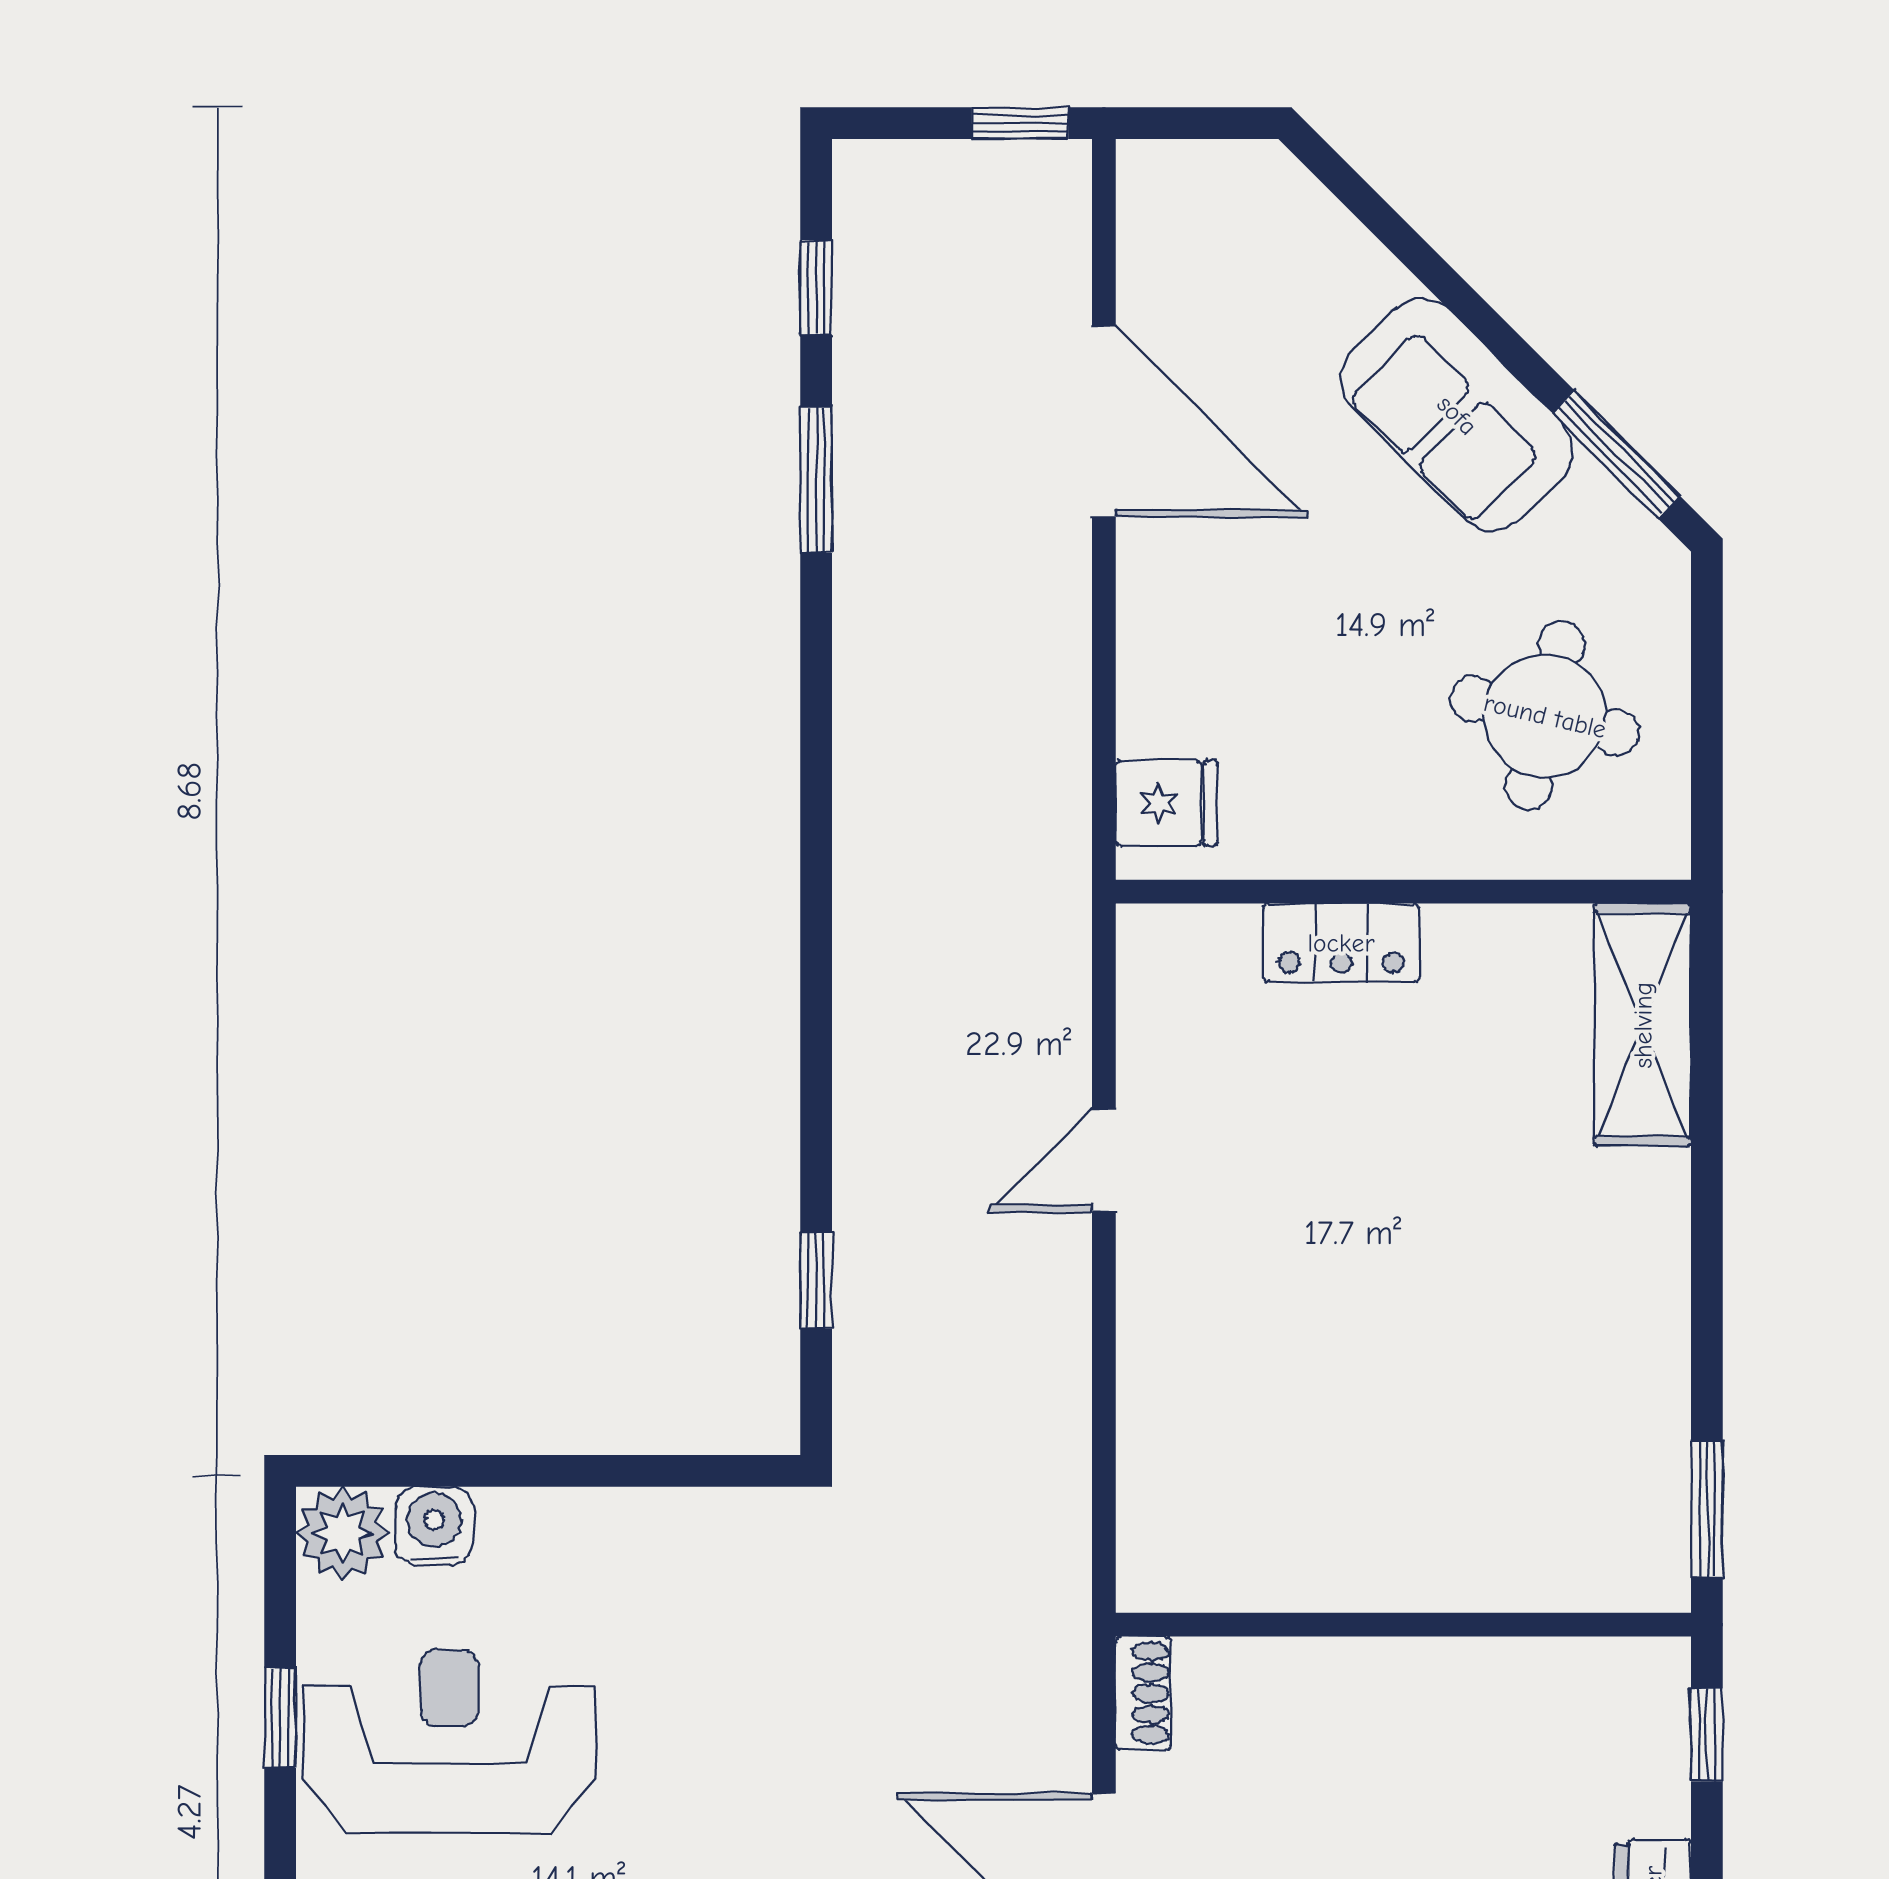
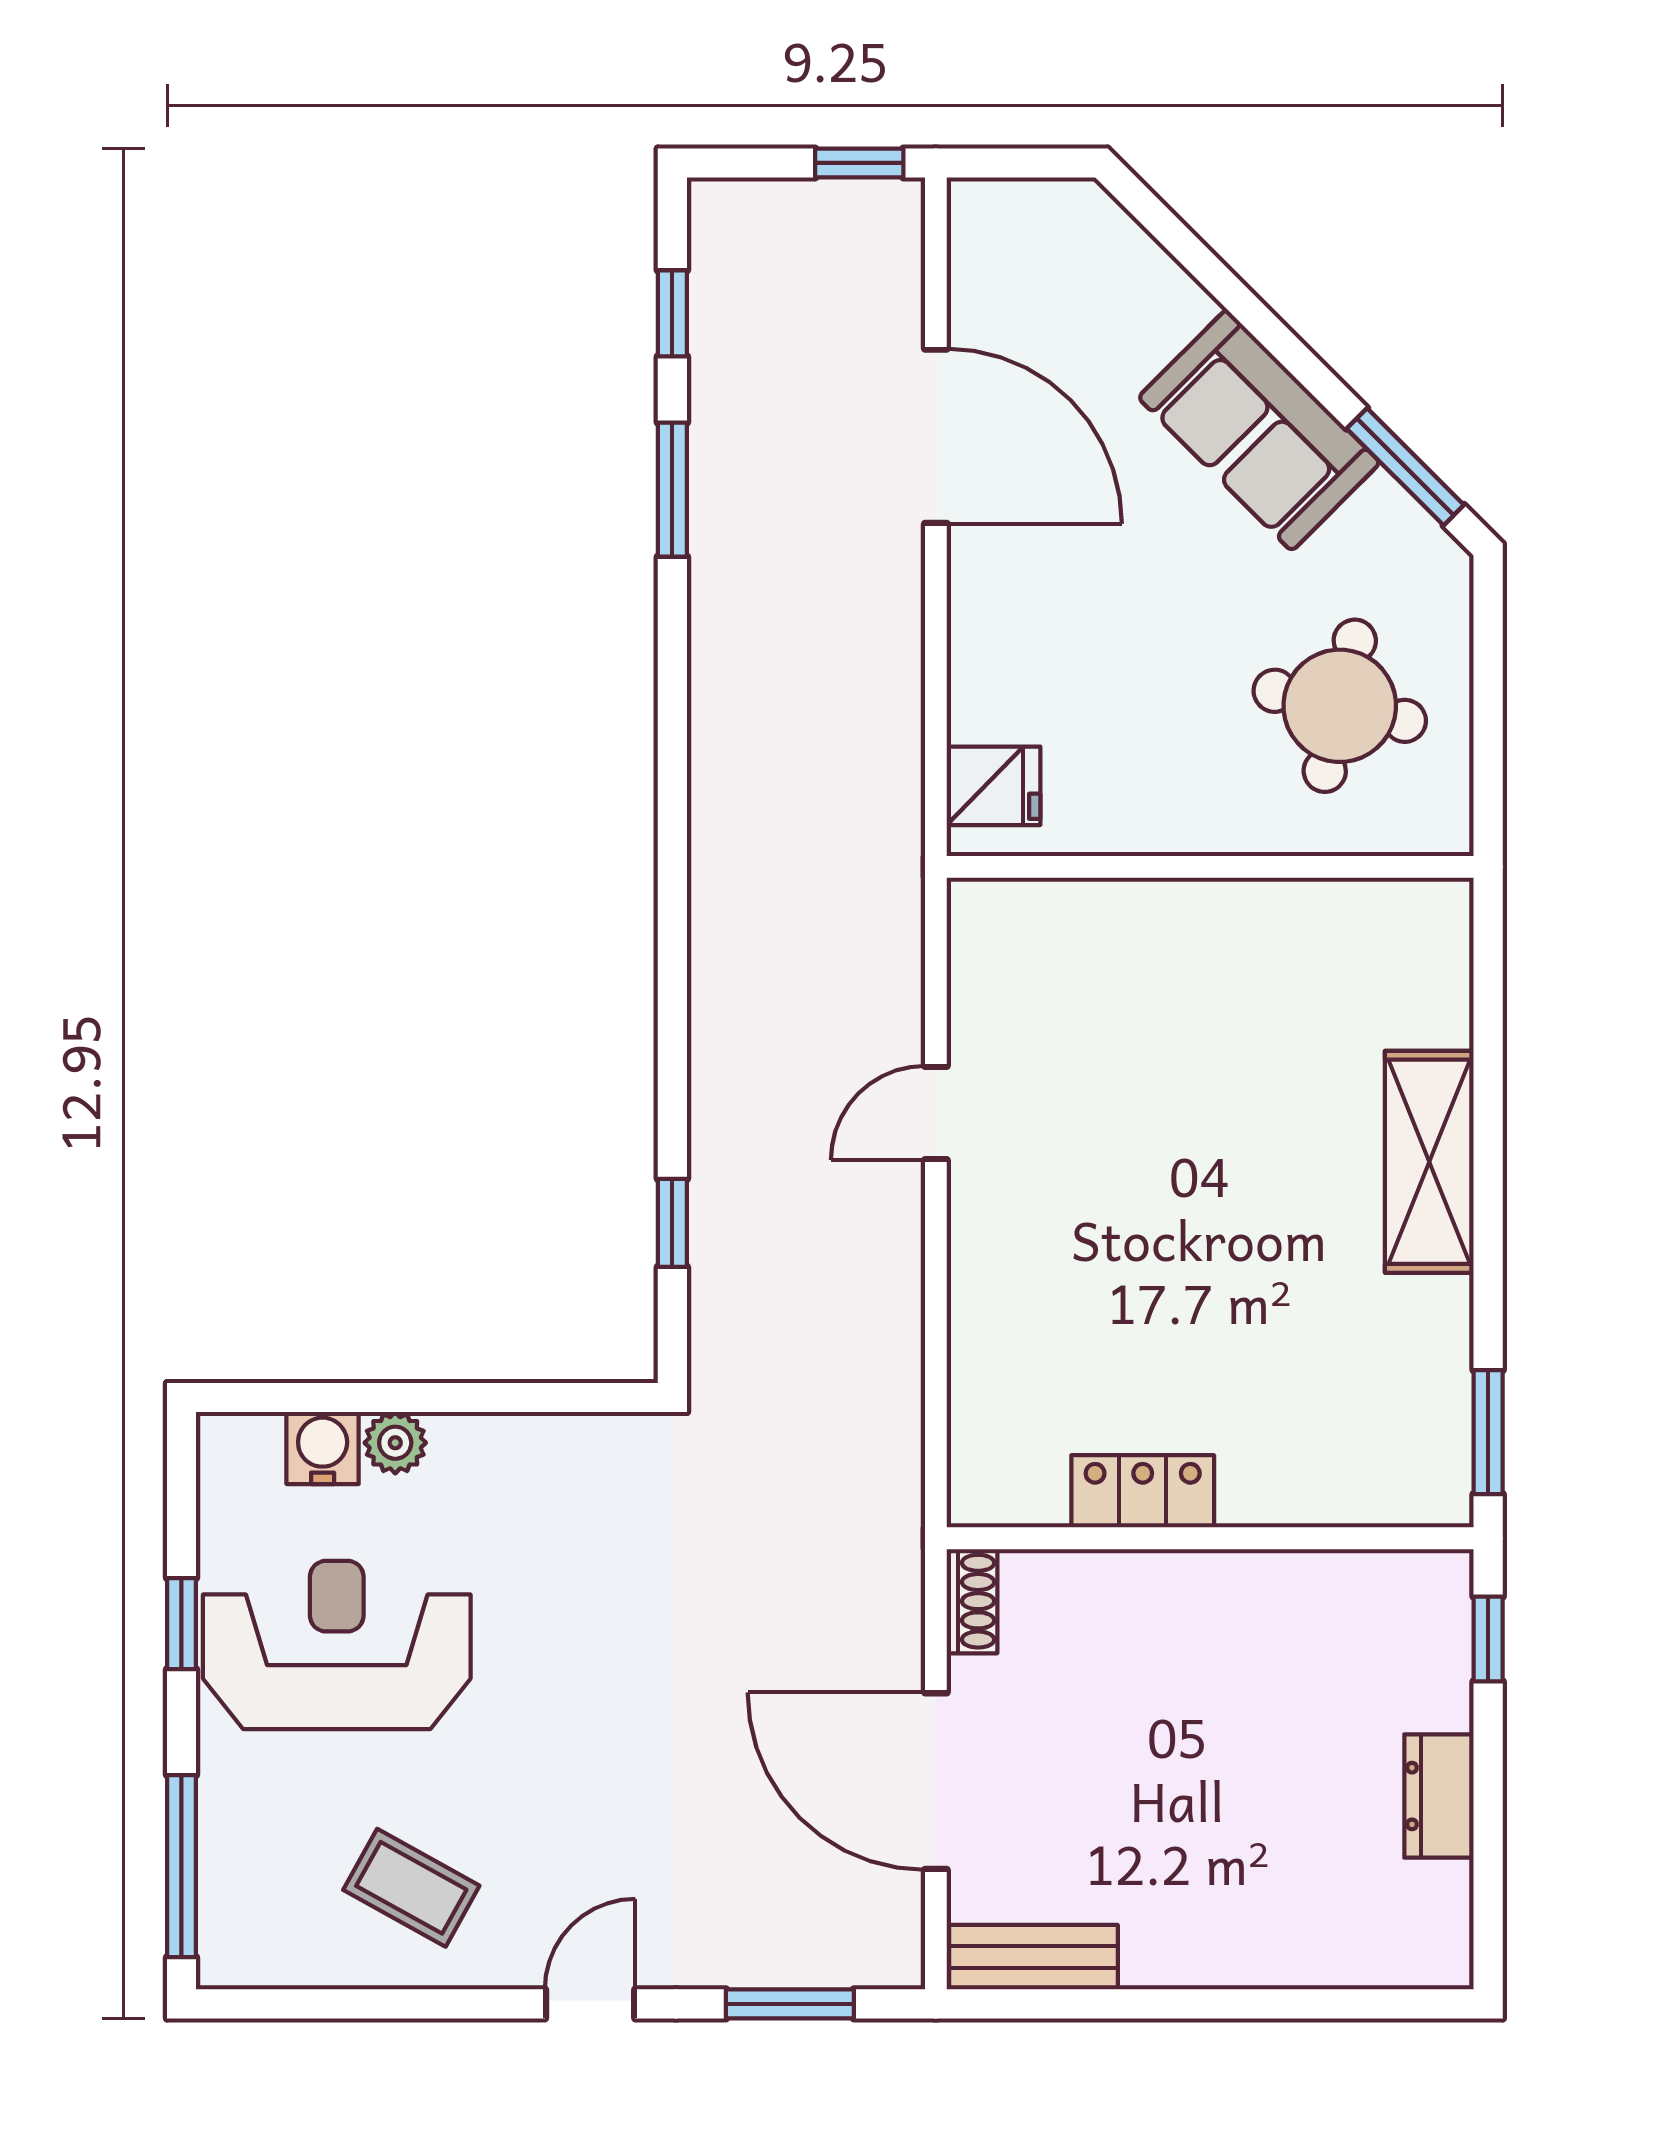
locker: (1341, 943) -> (1143, 1491), moved, turned 180
shelving: (1643, 1025) -> (1429, 1162), moved
plant: (342, 1533) -> (395, 1443), moved, width x0.73, depth x0.73

